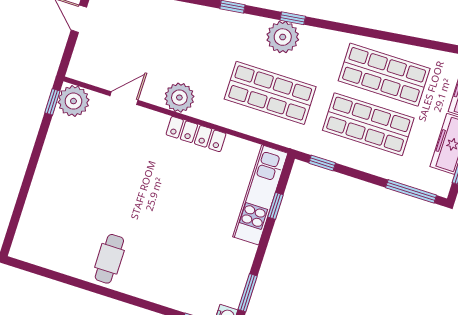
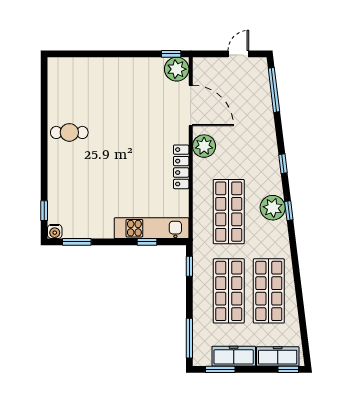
door: (124, 98) -> (191, 106), width x1.88

